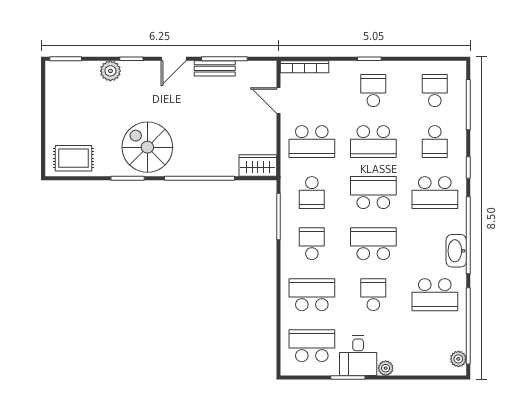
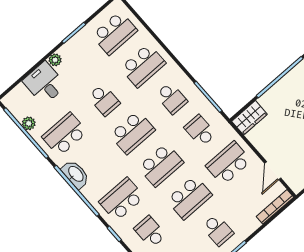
door: (278, 101) -> (273, 171), swing flipped
school desk: (373, 142) -> (189, 198), turned 180
desk: (358, 356) -> (44, 83), moved
plant: (458, 359) -> (29, 123), moved

